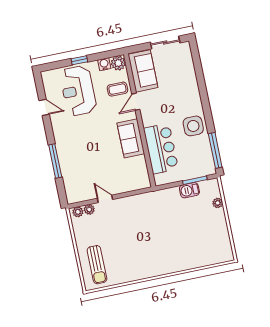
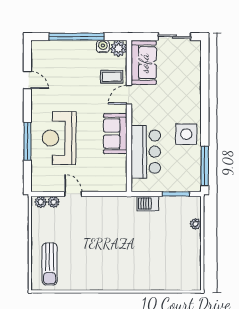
window: (79, 60) -> (77, 37), width x3.17
reception desk: (78, 91) -> (59, 138), moved
barbecue: (189, 190) -> (148, 204), moved

